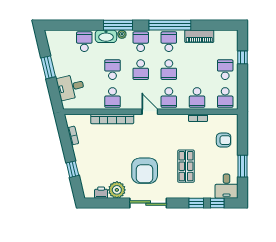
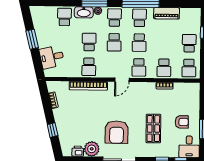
door: (150, 112) -> (122, 80), swing flipped
armchair: (224, 140) -> (182, 122), moved

